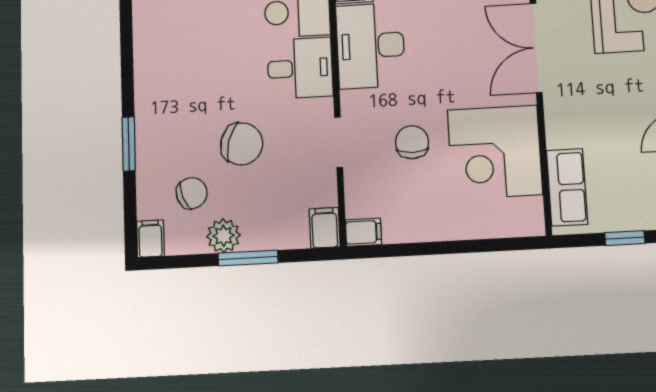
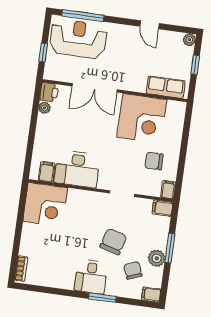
desk: (300, 68) -> (91, 277), moved, turned 180
chair: (412, 142) -> (154, 161), moved

